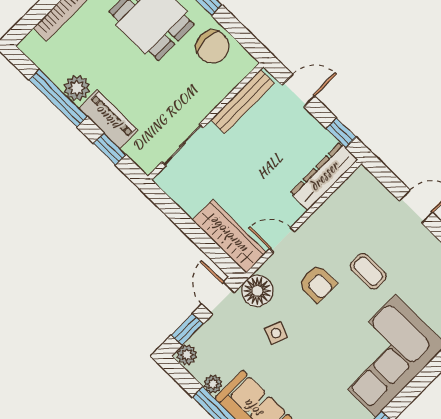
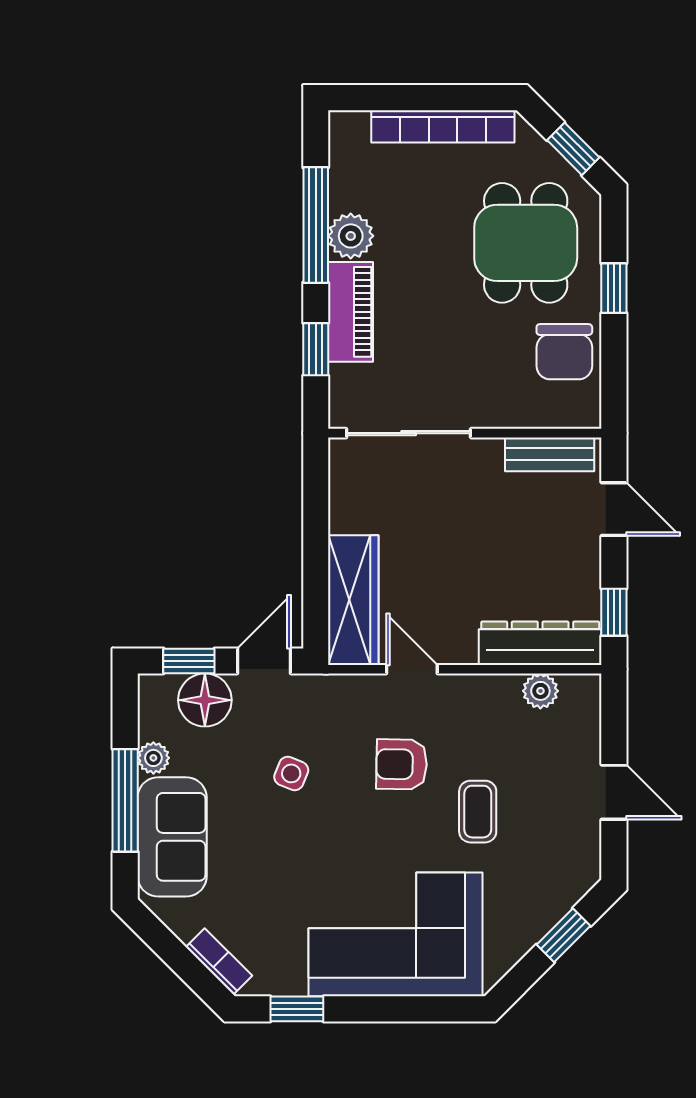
bench: (243, 102) -> (550, 454), width x0.73
sliding door: (183, 145) -> (409, 433), width x1.37
armchair: (317, 283) -> (402, 764), turned 91
floor lamp: (257, 291) -> (205, 700), moved
plant: (187, 355) -> (540, 691), moved

